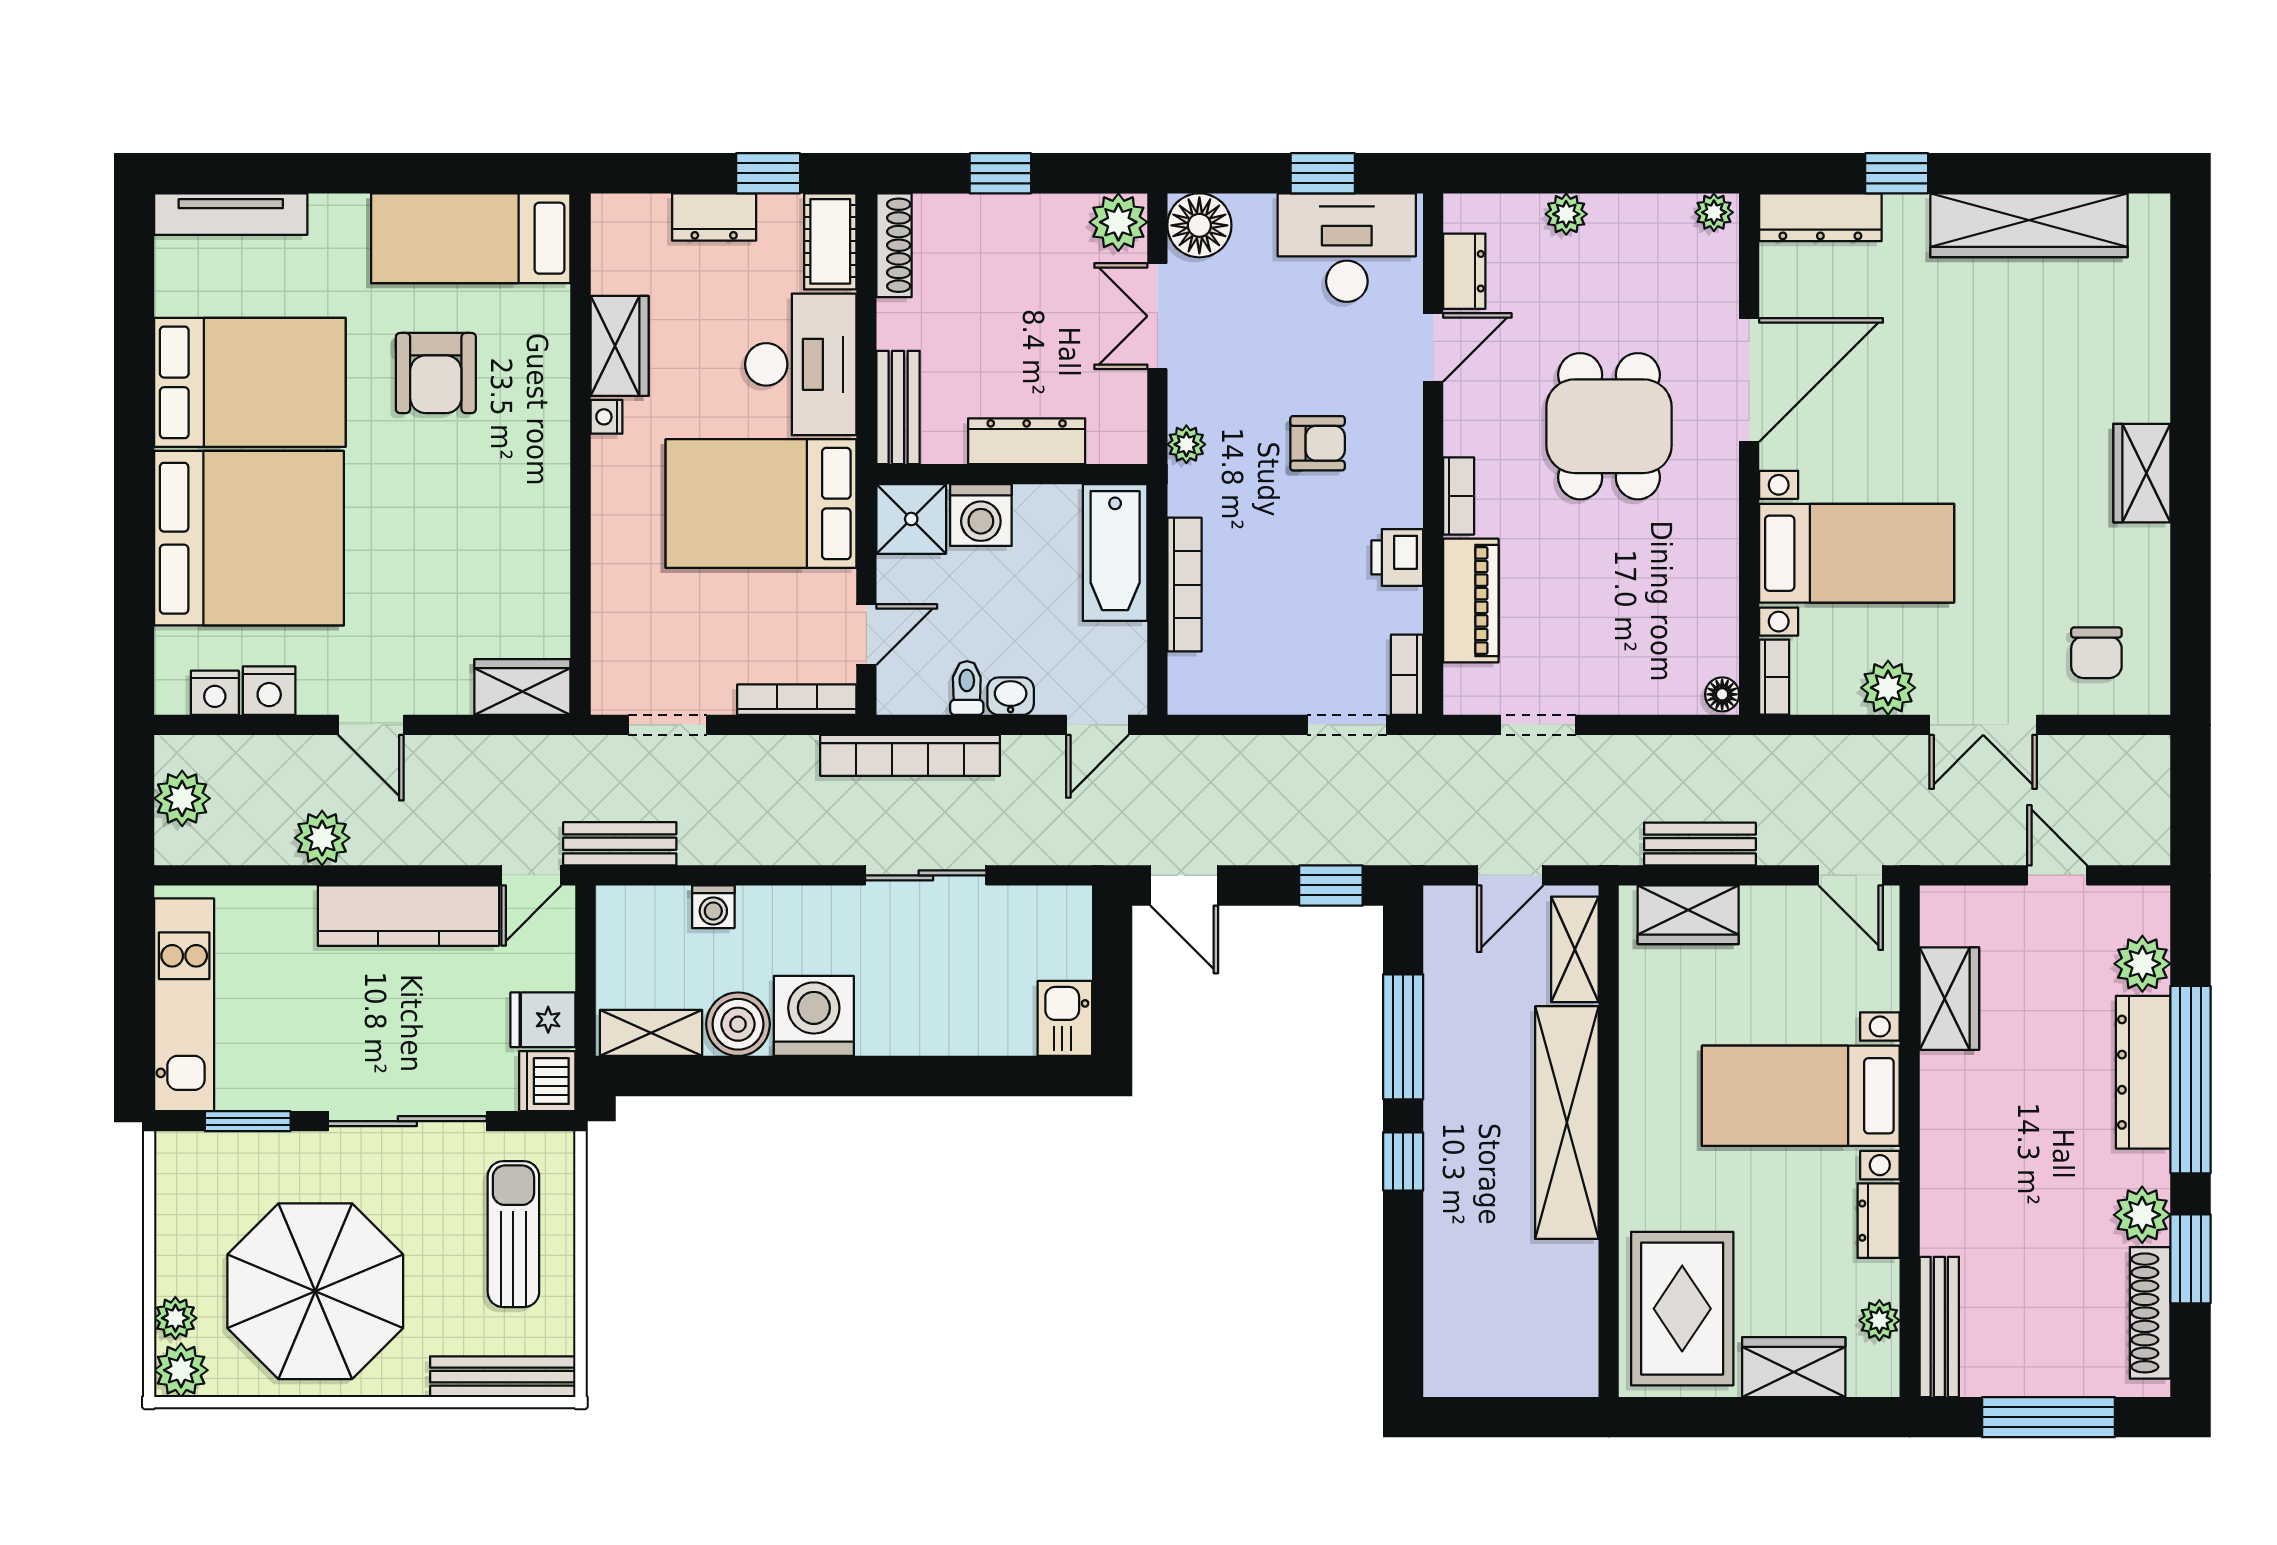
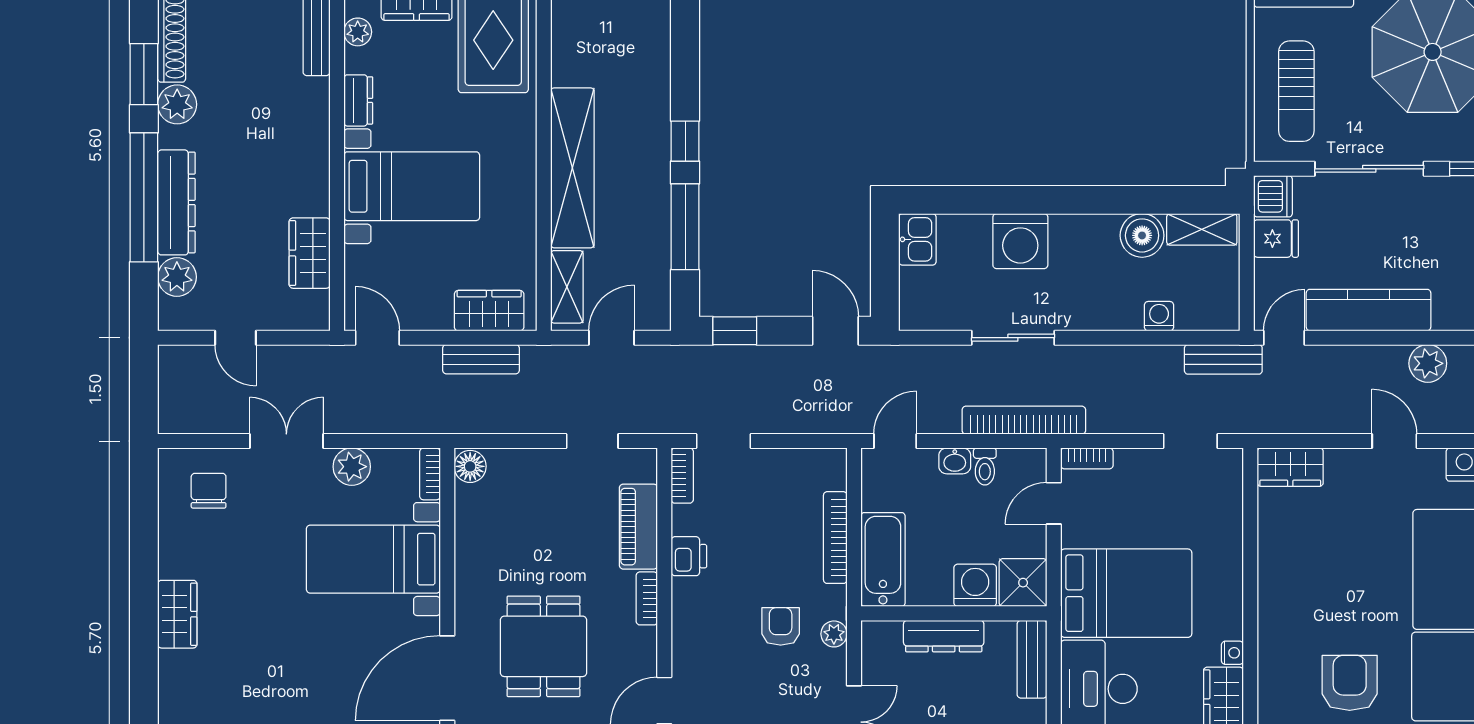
armchair: (1318, 443) -> (781, 626), moved, turned 90
floor lamp: (1722, 694) -> (470, 466), width x1.37, depth x1.37
bookcase: (797, 700) -> (1087, 458), width x0.64
washing machine: (814, 1016) -> (1020, 241), moved

